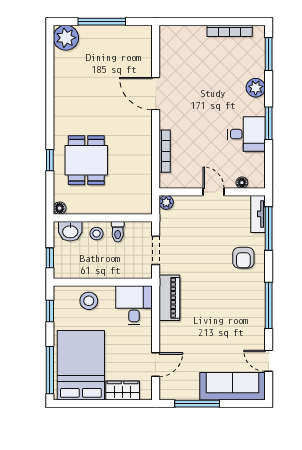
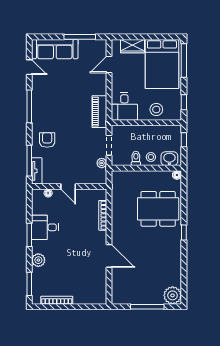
window: (50, 160) -> (184, 233), moved
dining table: (86, 160) -> (158, 209), width x1.37
plant: (166, 202) -> (102, 163), moved

